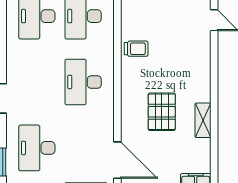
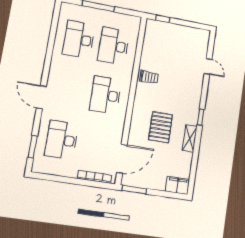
window: (214, 90) -> (201, 117), added
door: (117, 160) -> (122, 159), hinge flipped

